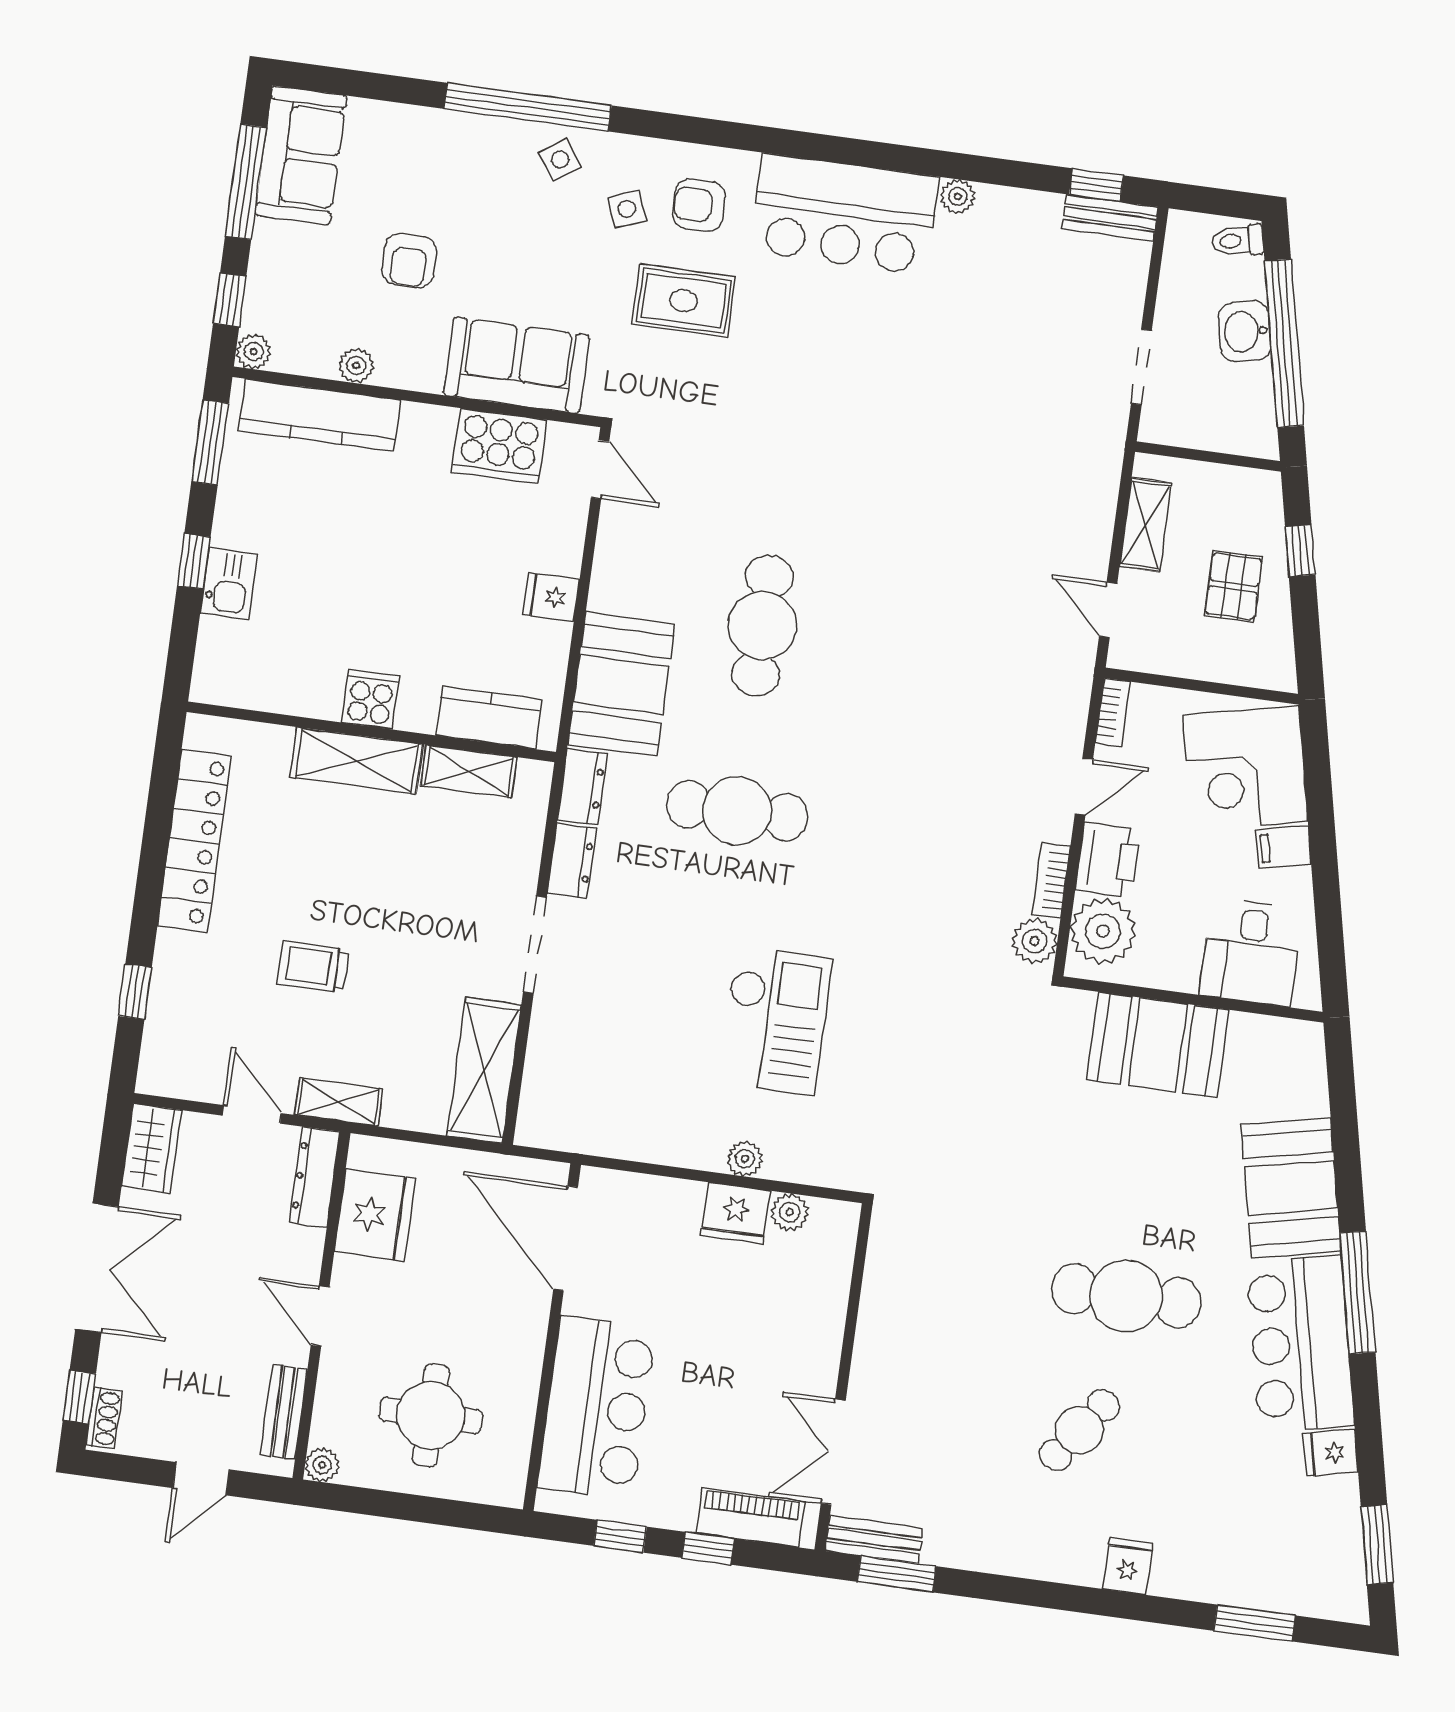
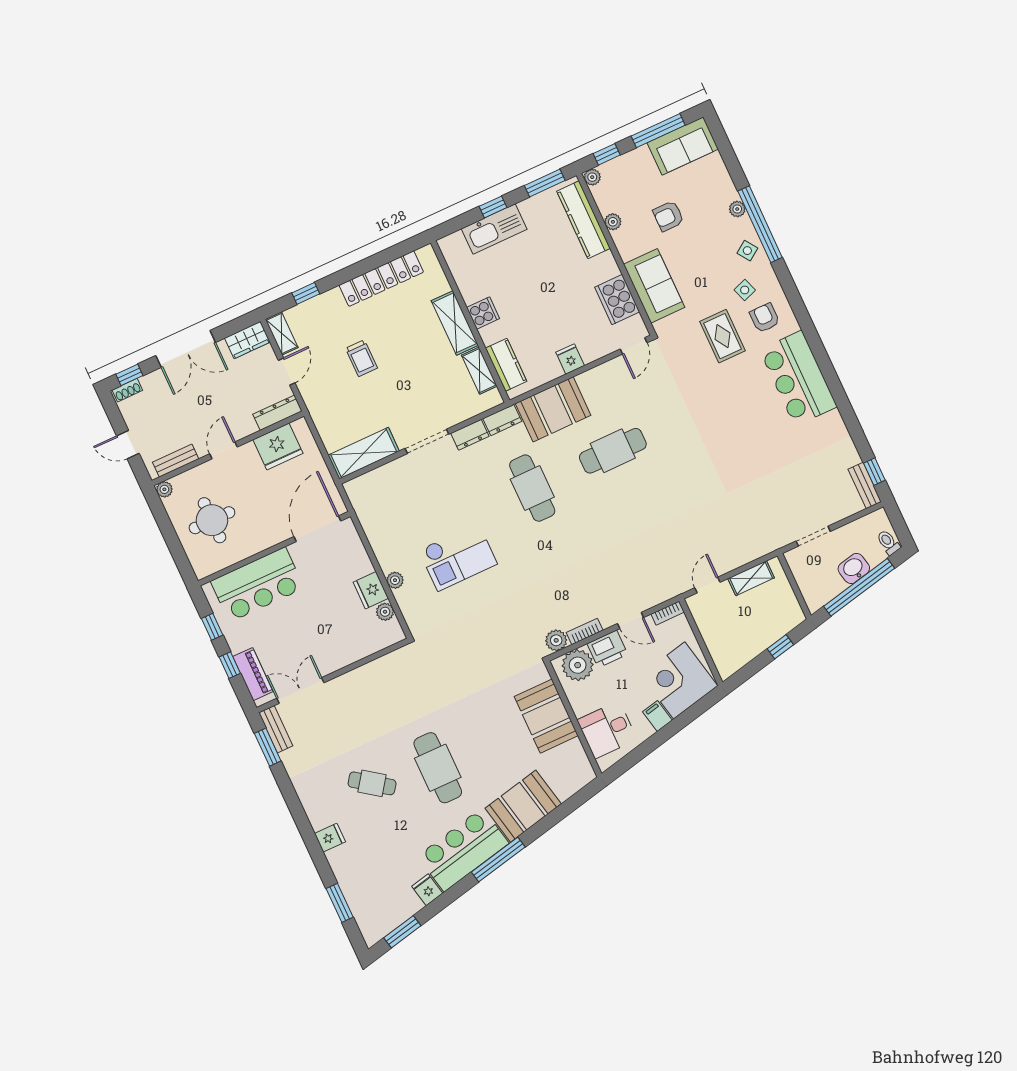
plant: (958, 197) -> (737, 209), moved
kitchen sink: (229, 584) -> (494, 229), width x1.88, depth x1.24
pallet: (1233, 586) -> (749, 629), removed
trolley: (313, 967) -> (361, 358), turned 180
shelving: (339, 1102) -> (282, 333), moved

